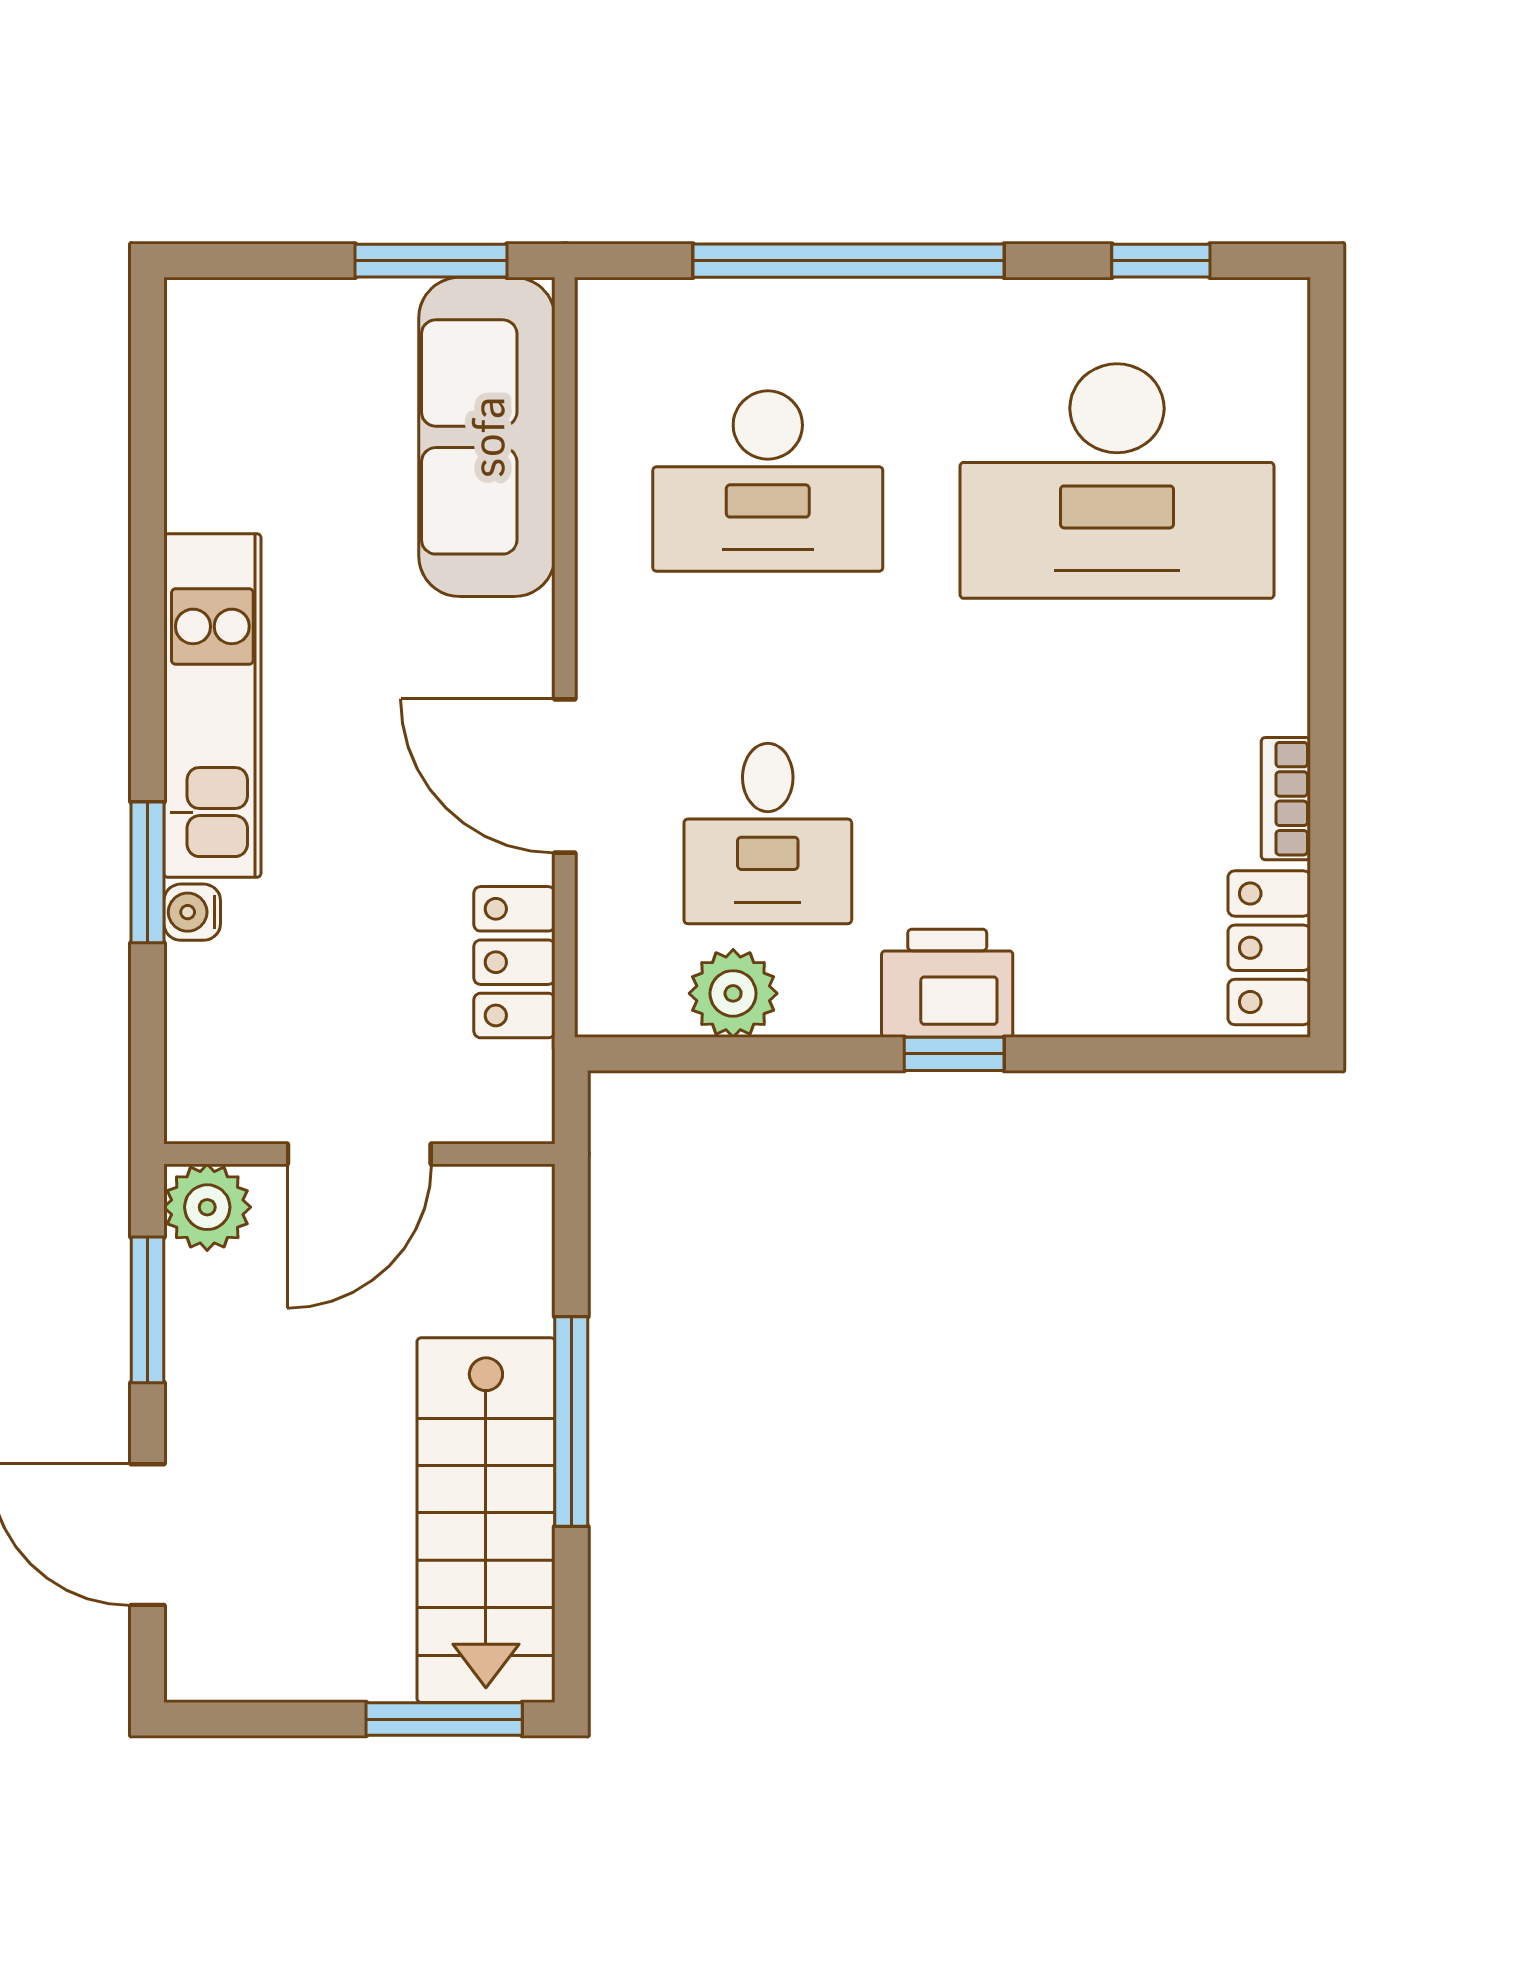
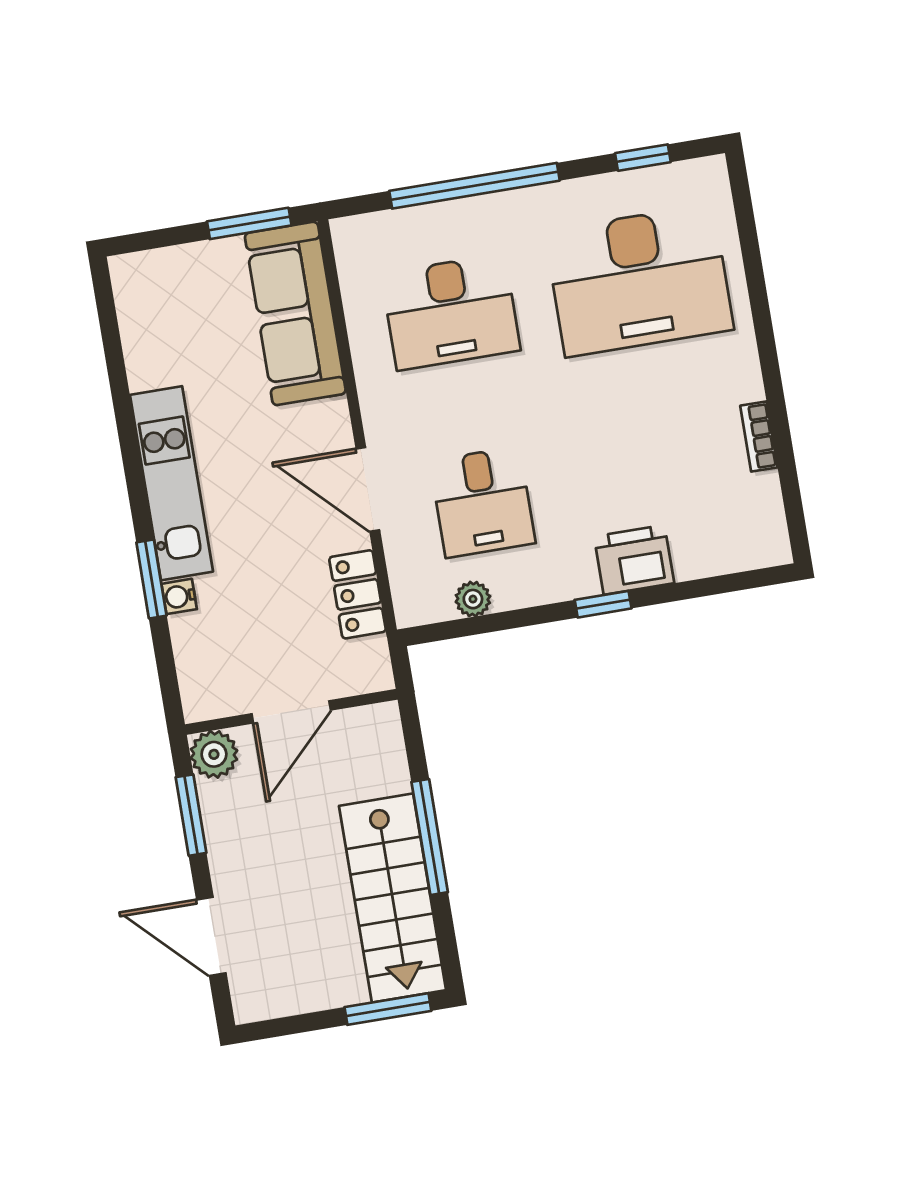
locker: (1269, 948) -> (763, 518), removed
printer: (947, 983) -> (634, 560), moved
plant: (733, 993) -> (473, 599), width x0.73, depth x0.73

